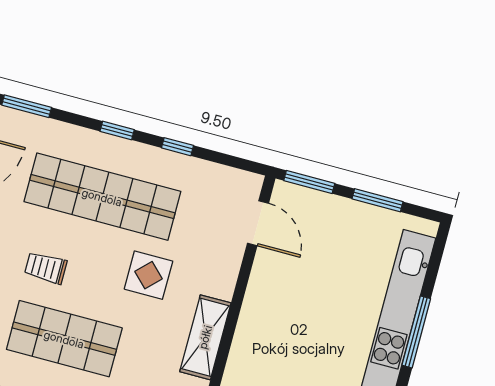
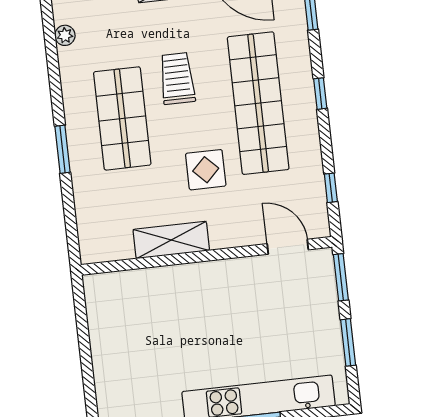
window: (177, 147) -> (331, 188), moved
door: (258, 223) -> (288, 247), swing flipped
trolley: (46, 268) -> (177, 78), width x1.36, depth x1.39

